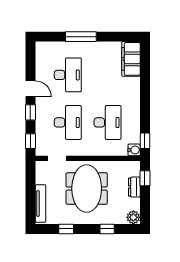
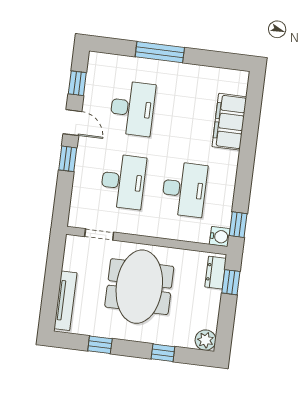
filing cabinet: (131, 59) -> (229, 122), moved
window: (30, 141) -> (77, 83), moved
dresser: (134, 187) -> (216, 273), moved

